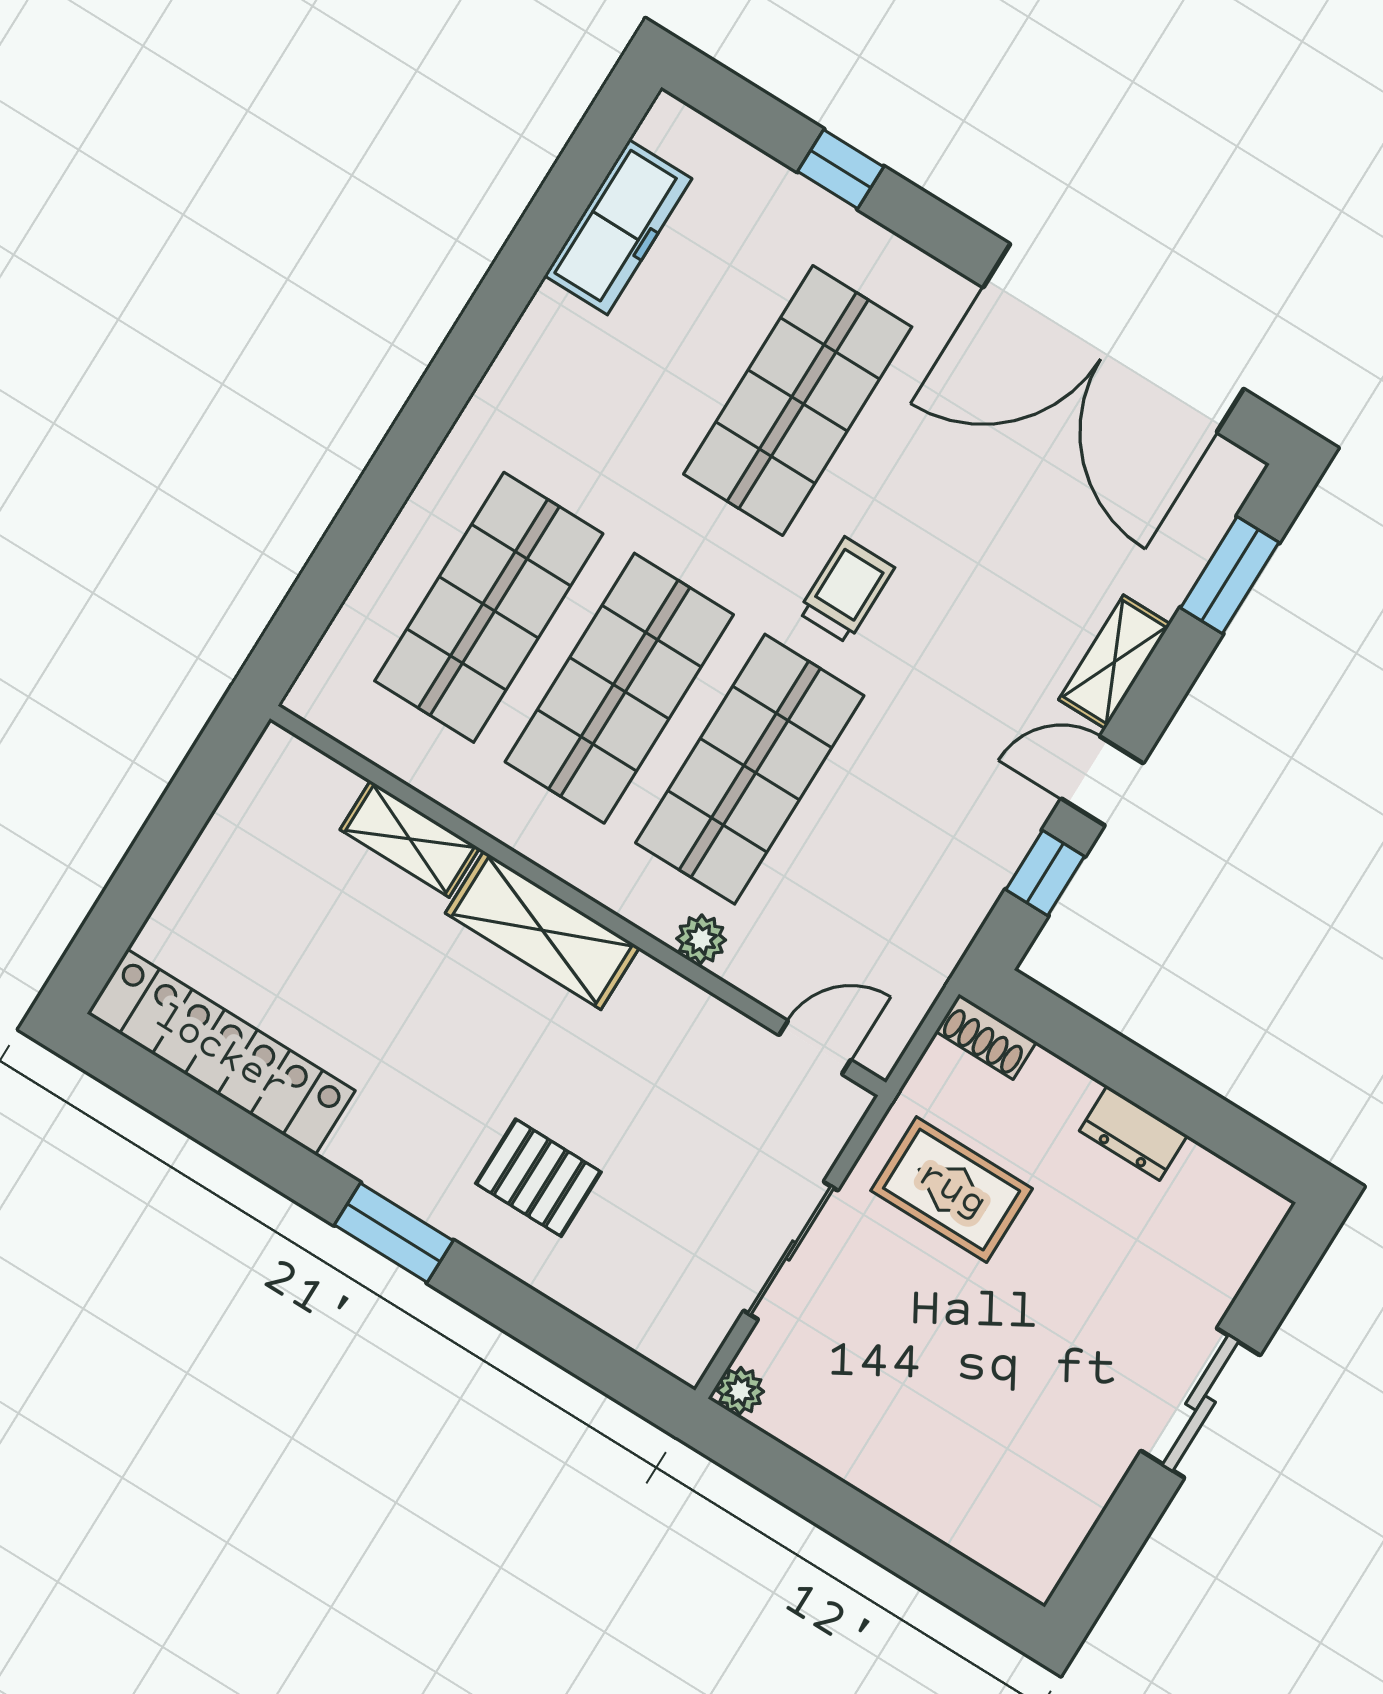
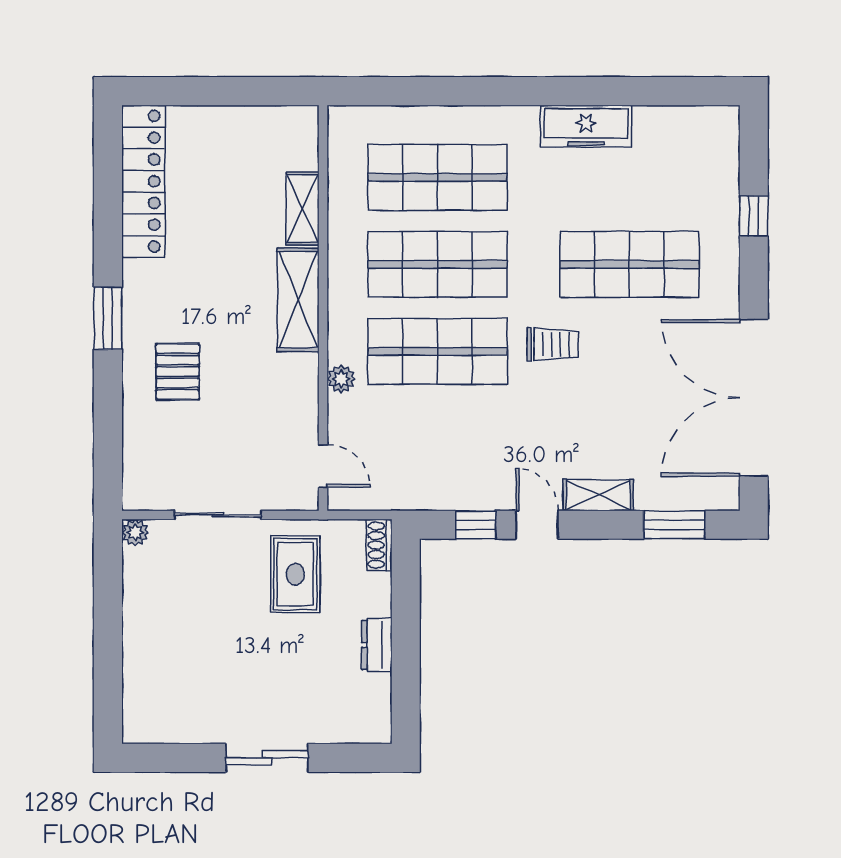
freezer: (618, 227) -> (586, 126), moved

